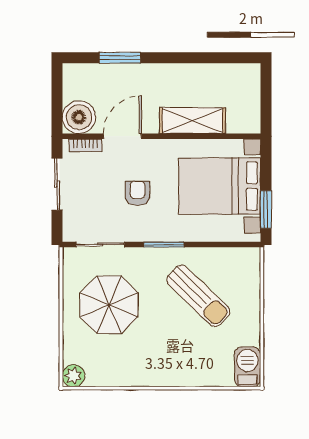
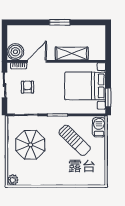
window: (120, 58) -> (60, 22), moved
armchair: (138, 193) -> (27, 87), moved
barbecue: (247, 367) -> (99, 127), moved

